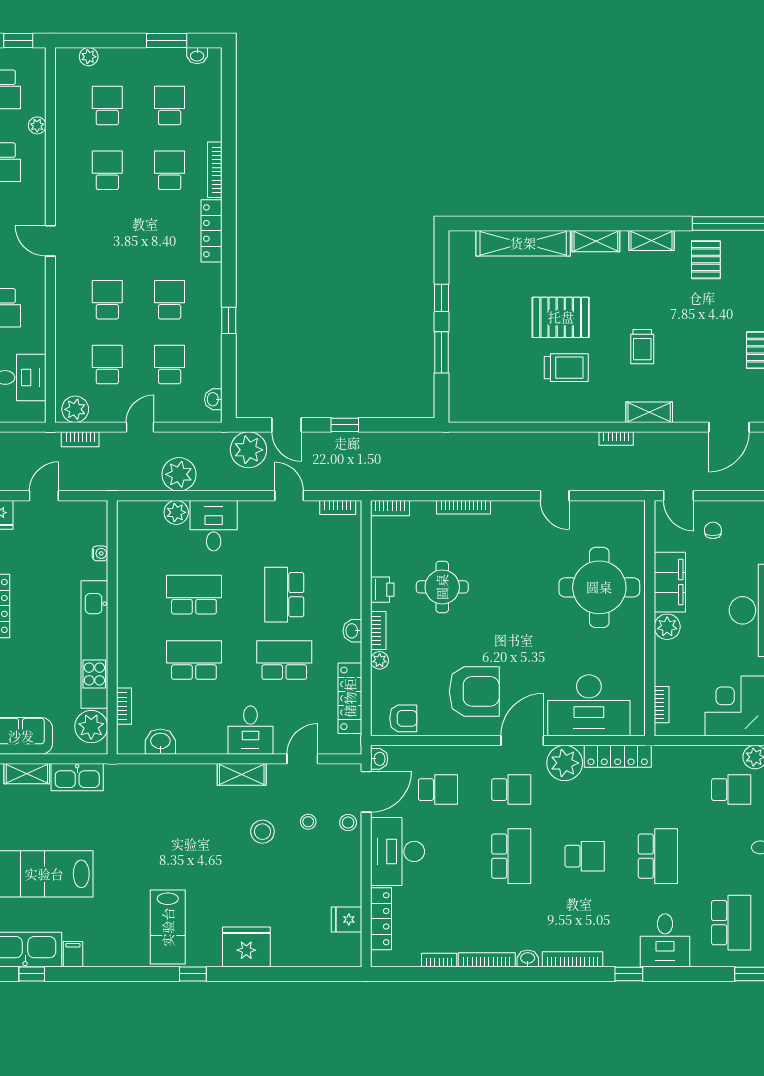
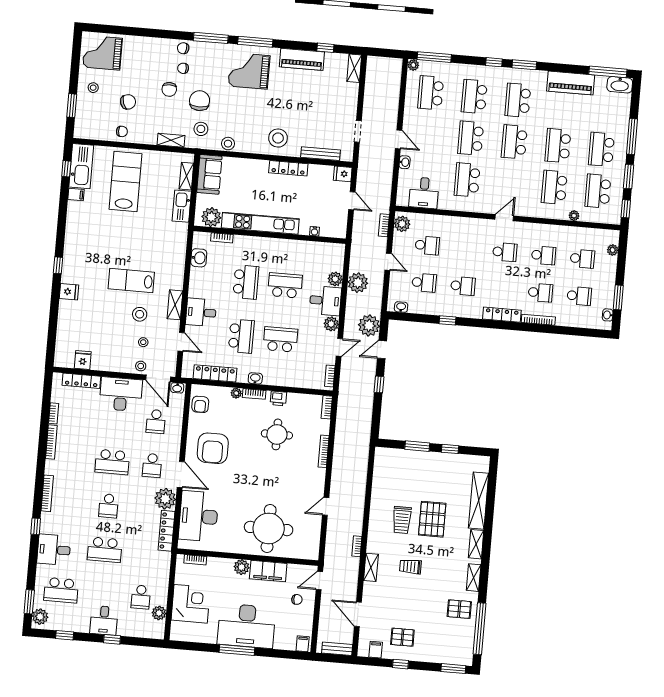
school desk: (107, 300) -> (505, 252), moved
plant: (251, 513) -> (331, 324), added
school desk: (194, 595) -> (285, 285), turned -90
lab bench: (168, 927) -> (131, 280), moved
fridge: (246, 947) -> (69, 292), width x0.53, depth x0.75
washbasin: (528, 958) -> (50, 467), removed

